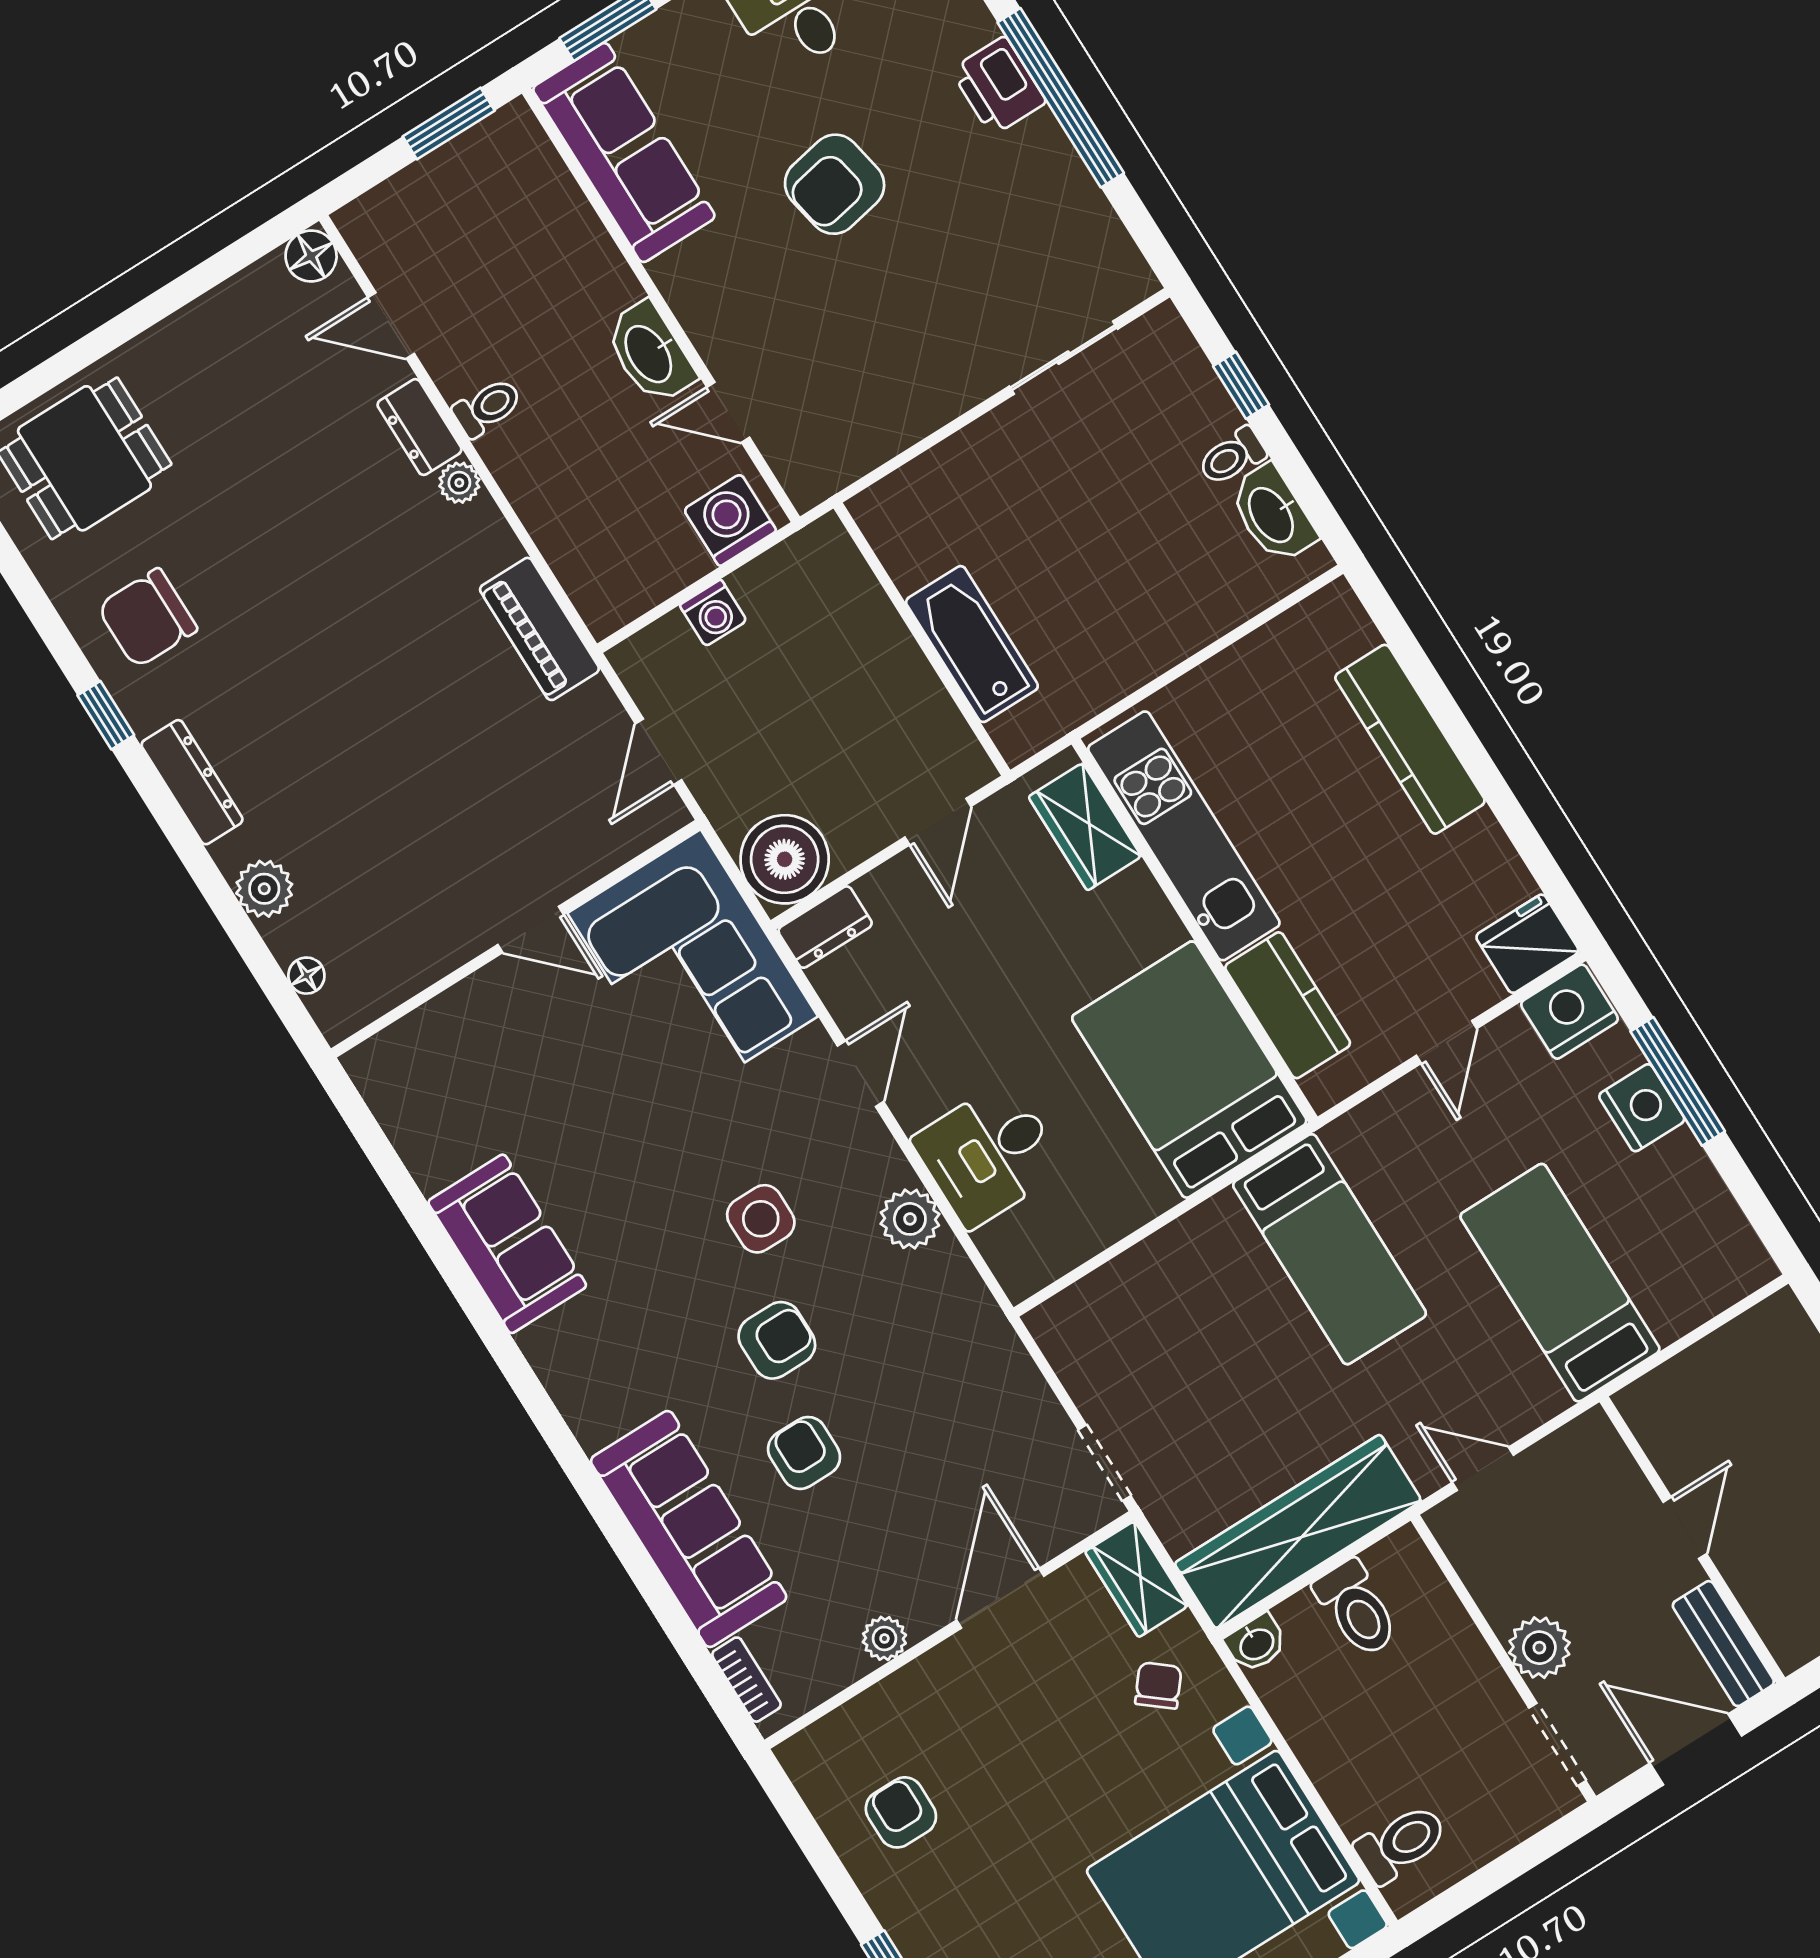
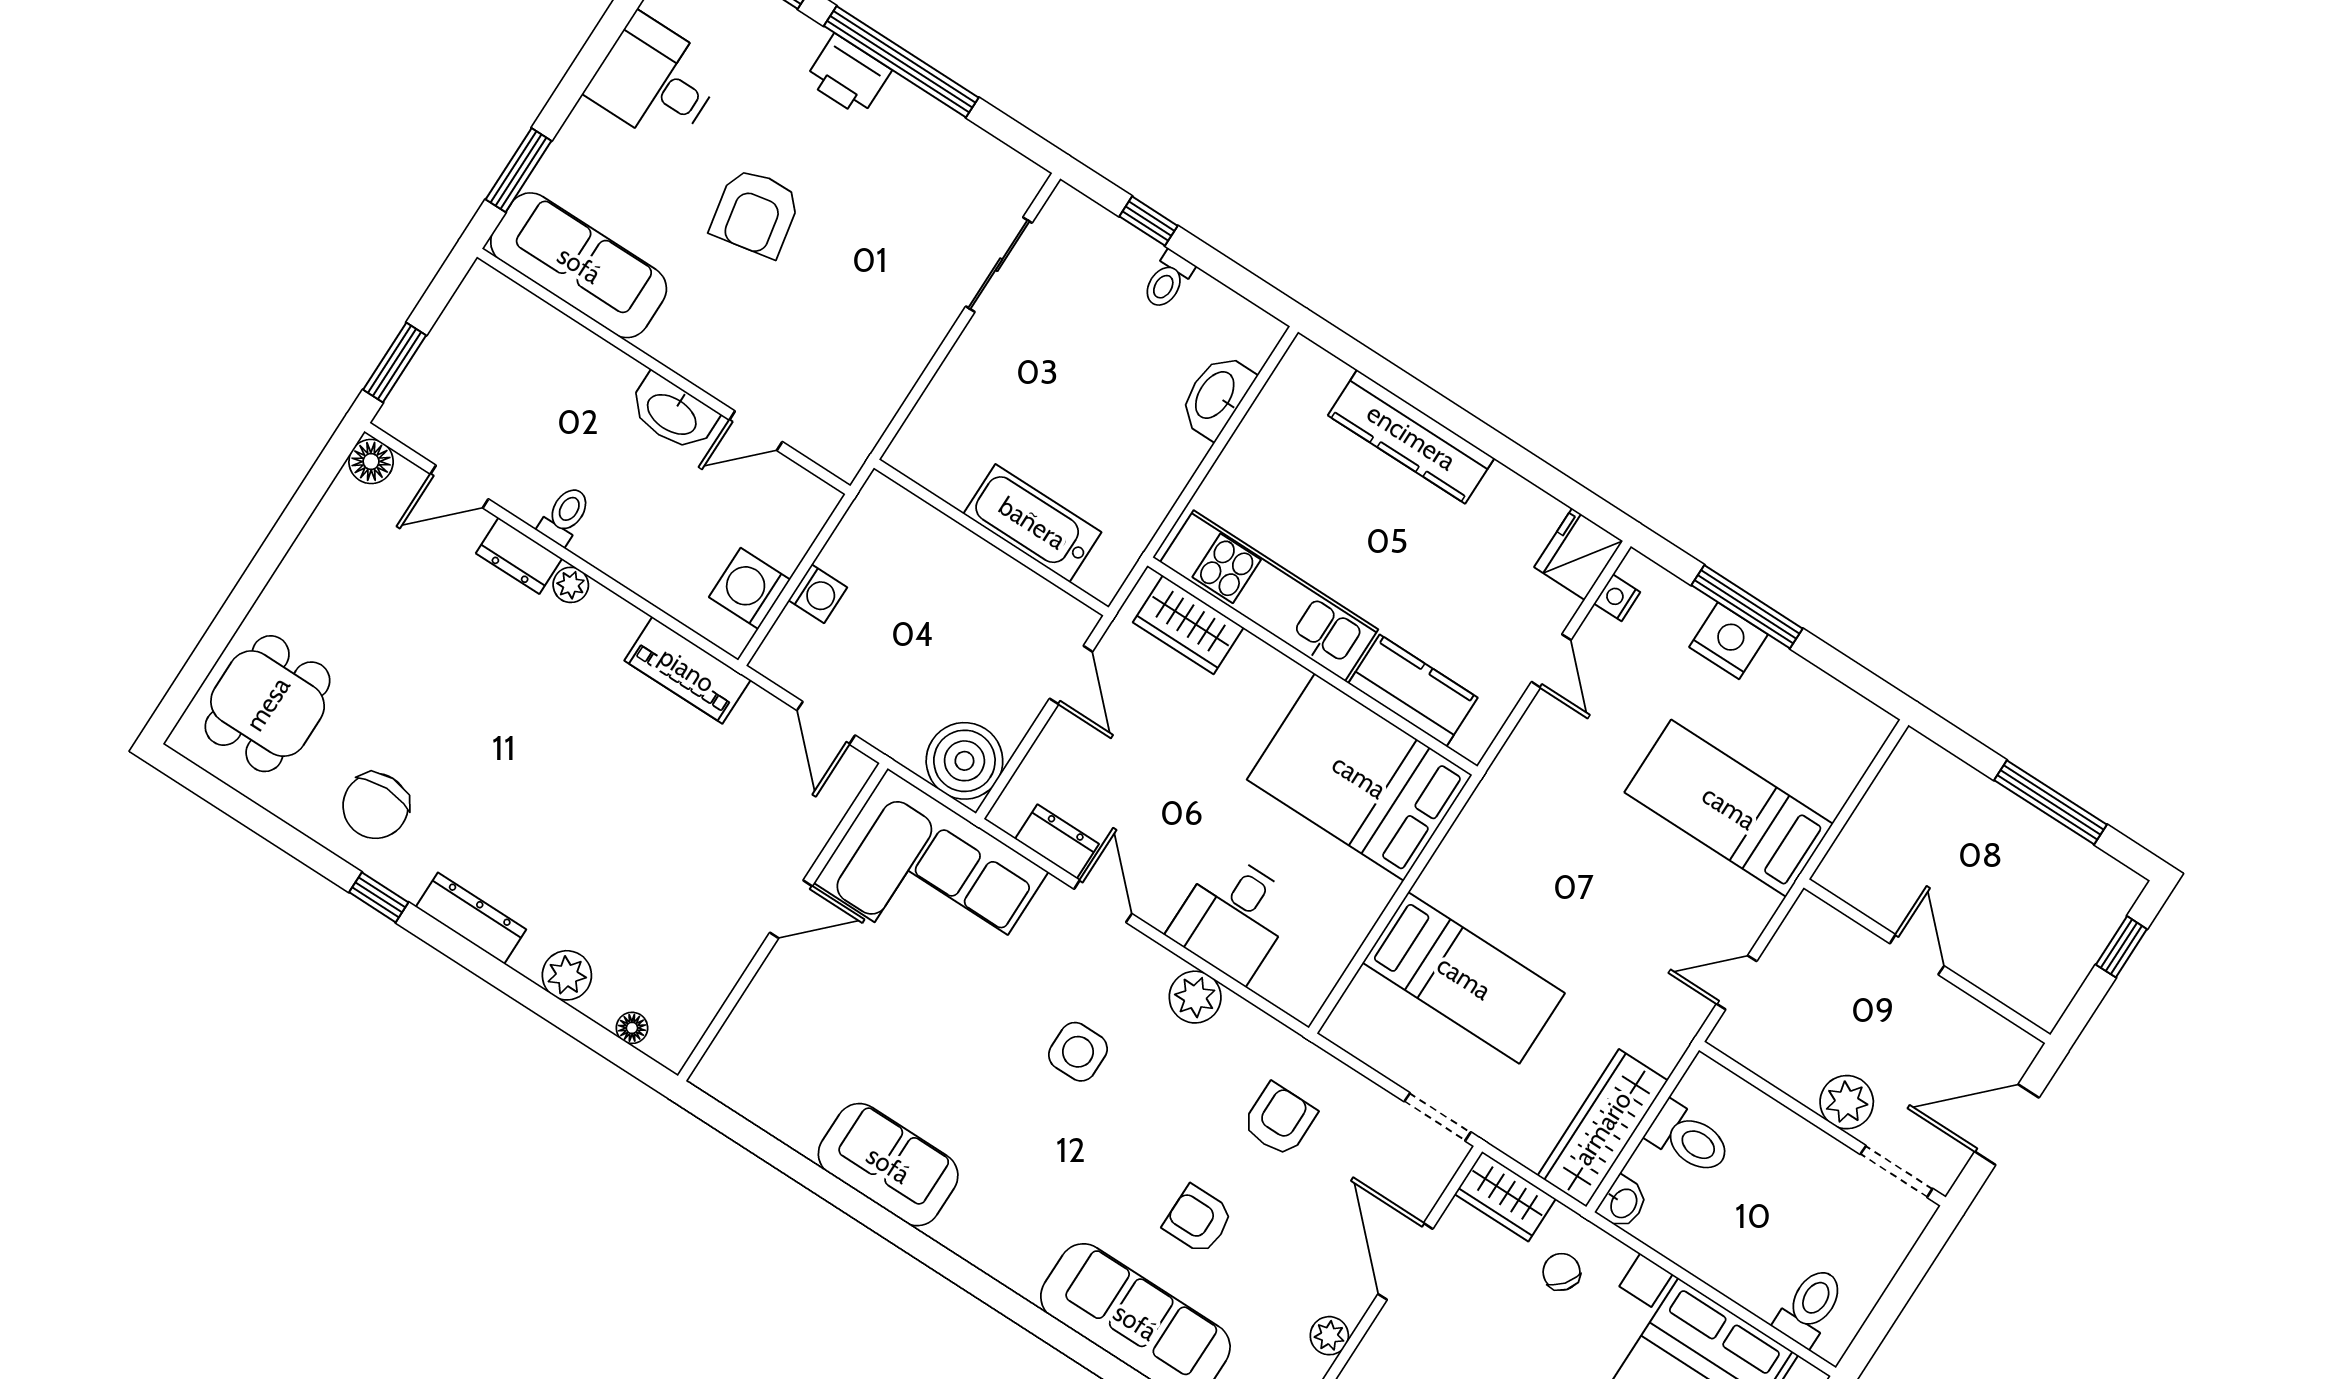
window: (449, 124) -> (395, 362), moved
washbasin: (1272, 514) -> (1216, 396), moved, turned 90
washing machine: (730, 520) -> (750, 588), moved
dresser: (825, 927) -> (1057, 841), moved, turned -90
nightstand: (1569, 1012) -> (1617, 598), width x0.53, depth x0.56
bed: (1329, 1249) -> (1464, 978), moved
armchair: (777, 1340) -> (1279, 1120), moved
wardrobe: (1298, 1532) -> (1603, 1128), width x0.71, depth x0.85
bench: (1723, 1644) -> (1990, 1031), removed

